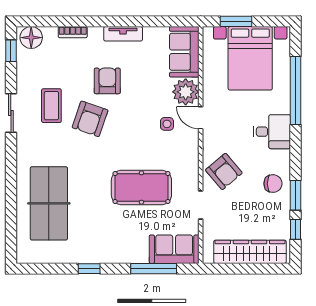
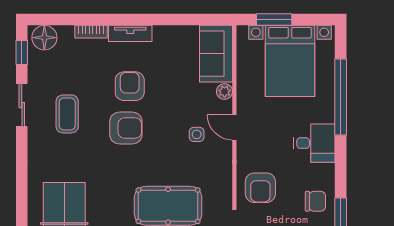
tv unit: (123, 34) -> (130, 33), moved
plant: (186, 92) -> (225, 92), width x0.53, depth x0.53
sliding door: (11, 113) -> (22, 105), moved
armchair: (90, 119) -> (126, 128), moved, turned -109
armchair: (224, 171) -> (260, 188), turned 40

